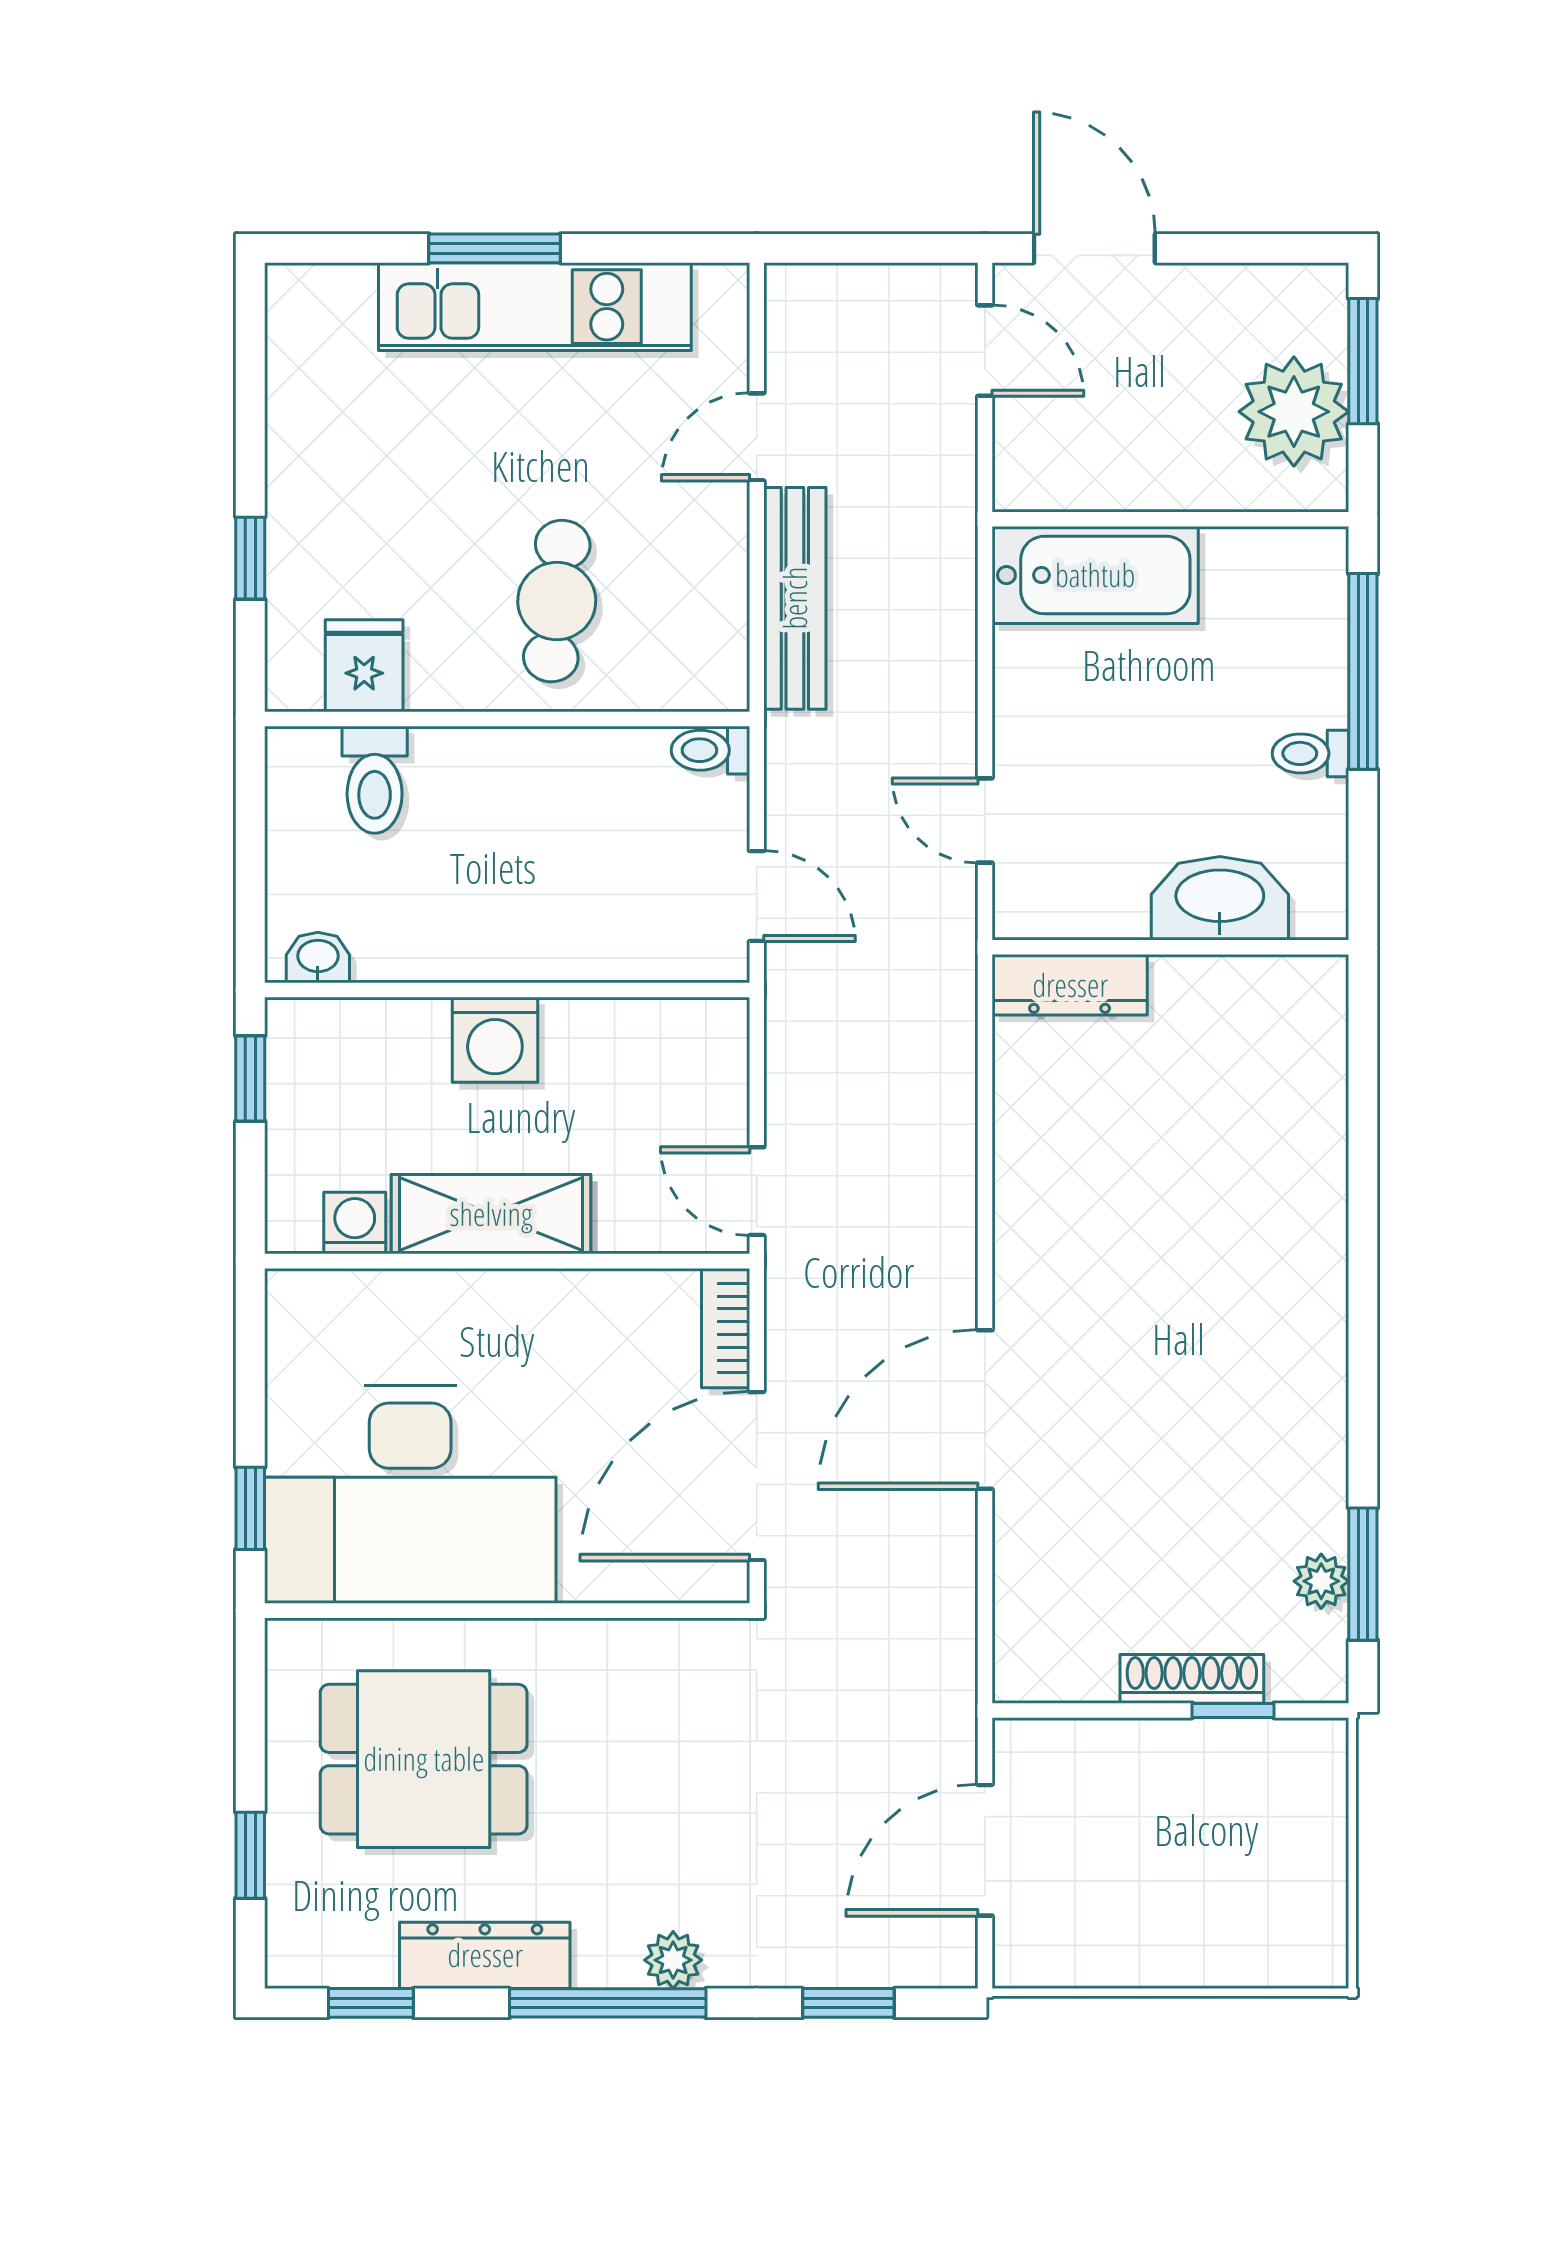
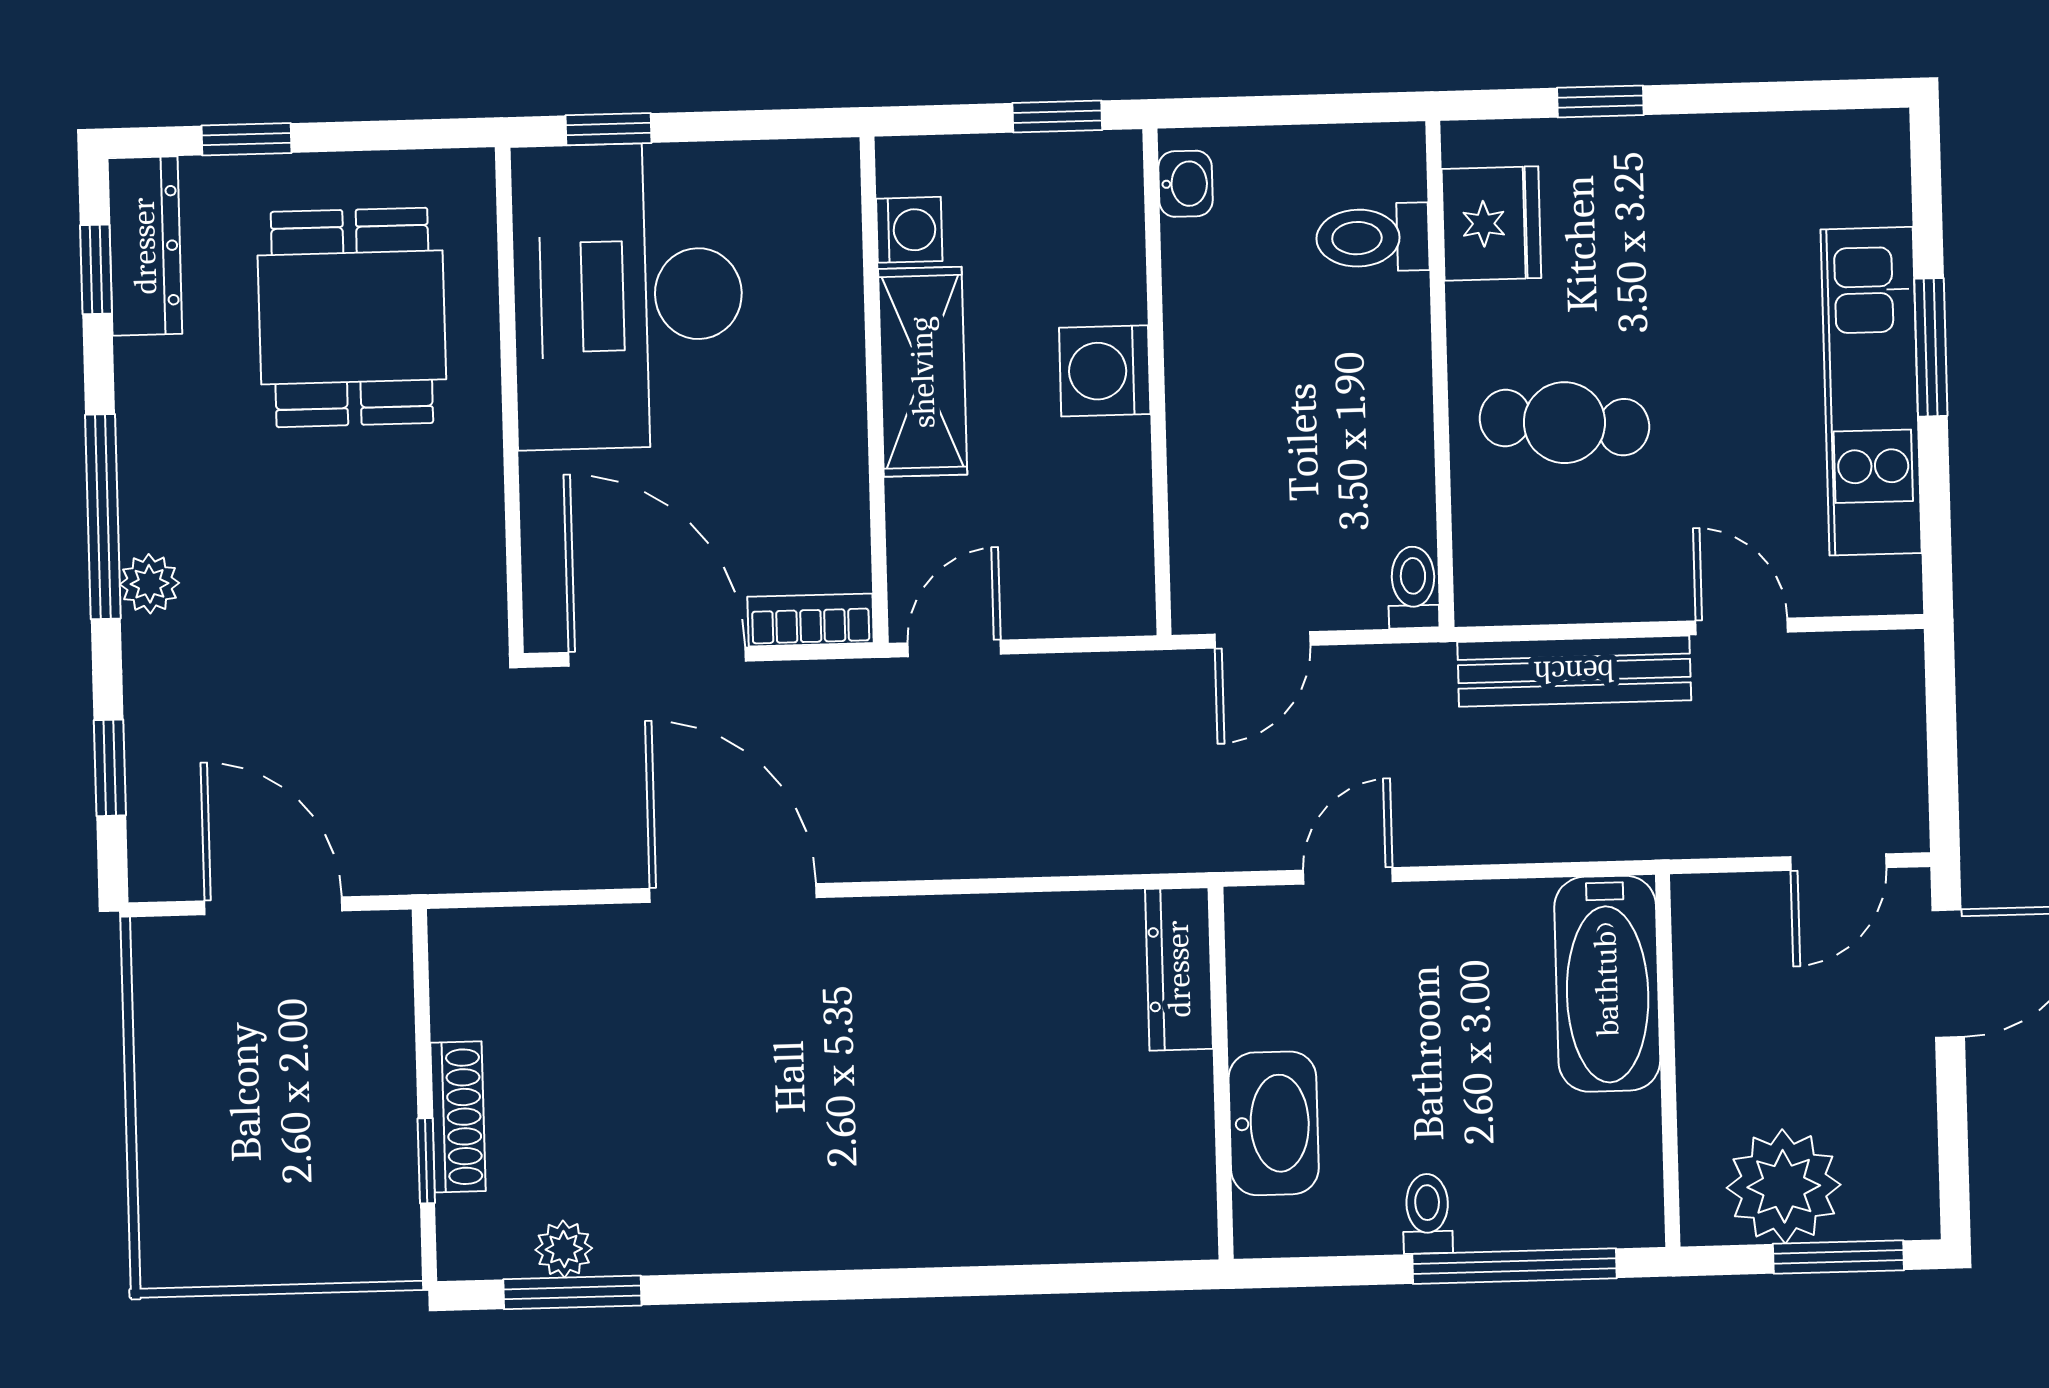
fridge: (364, 666) -> (1491, 223), width x1.38
dresser: (485, 1955) -> (145, 246), moved

